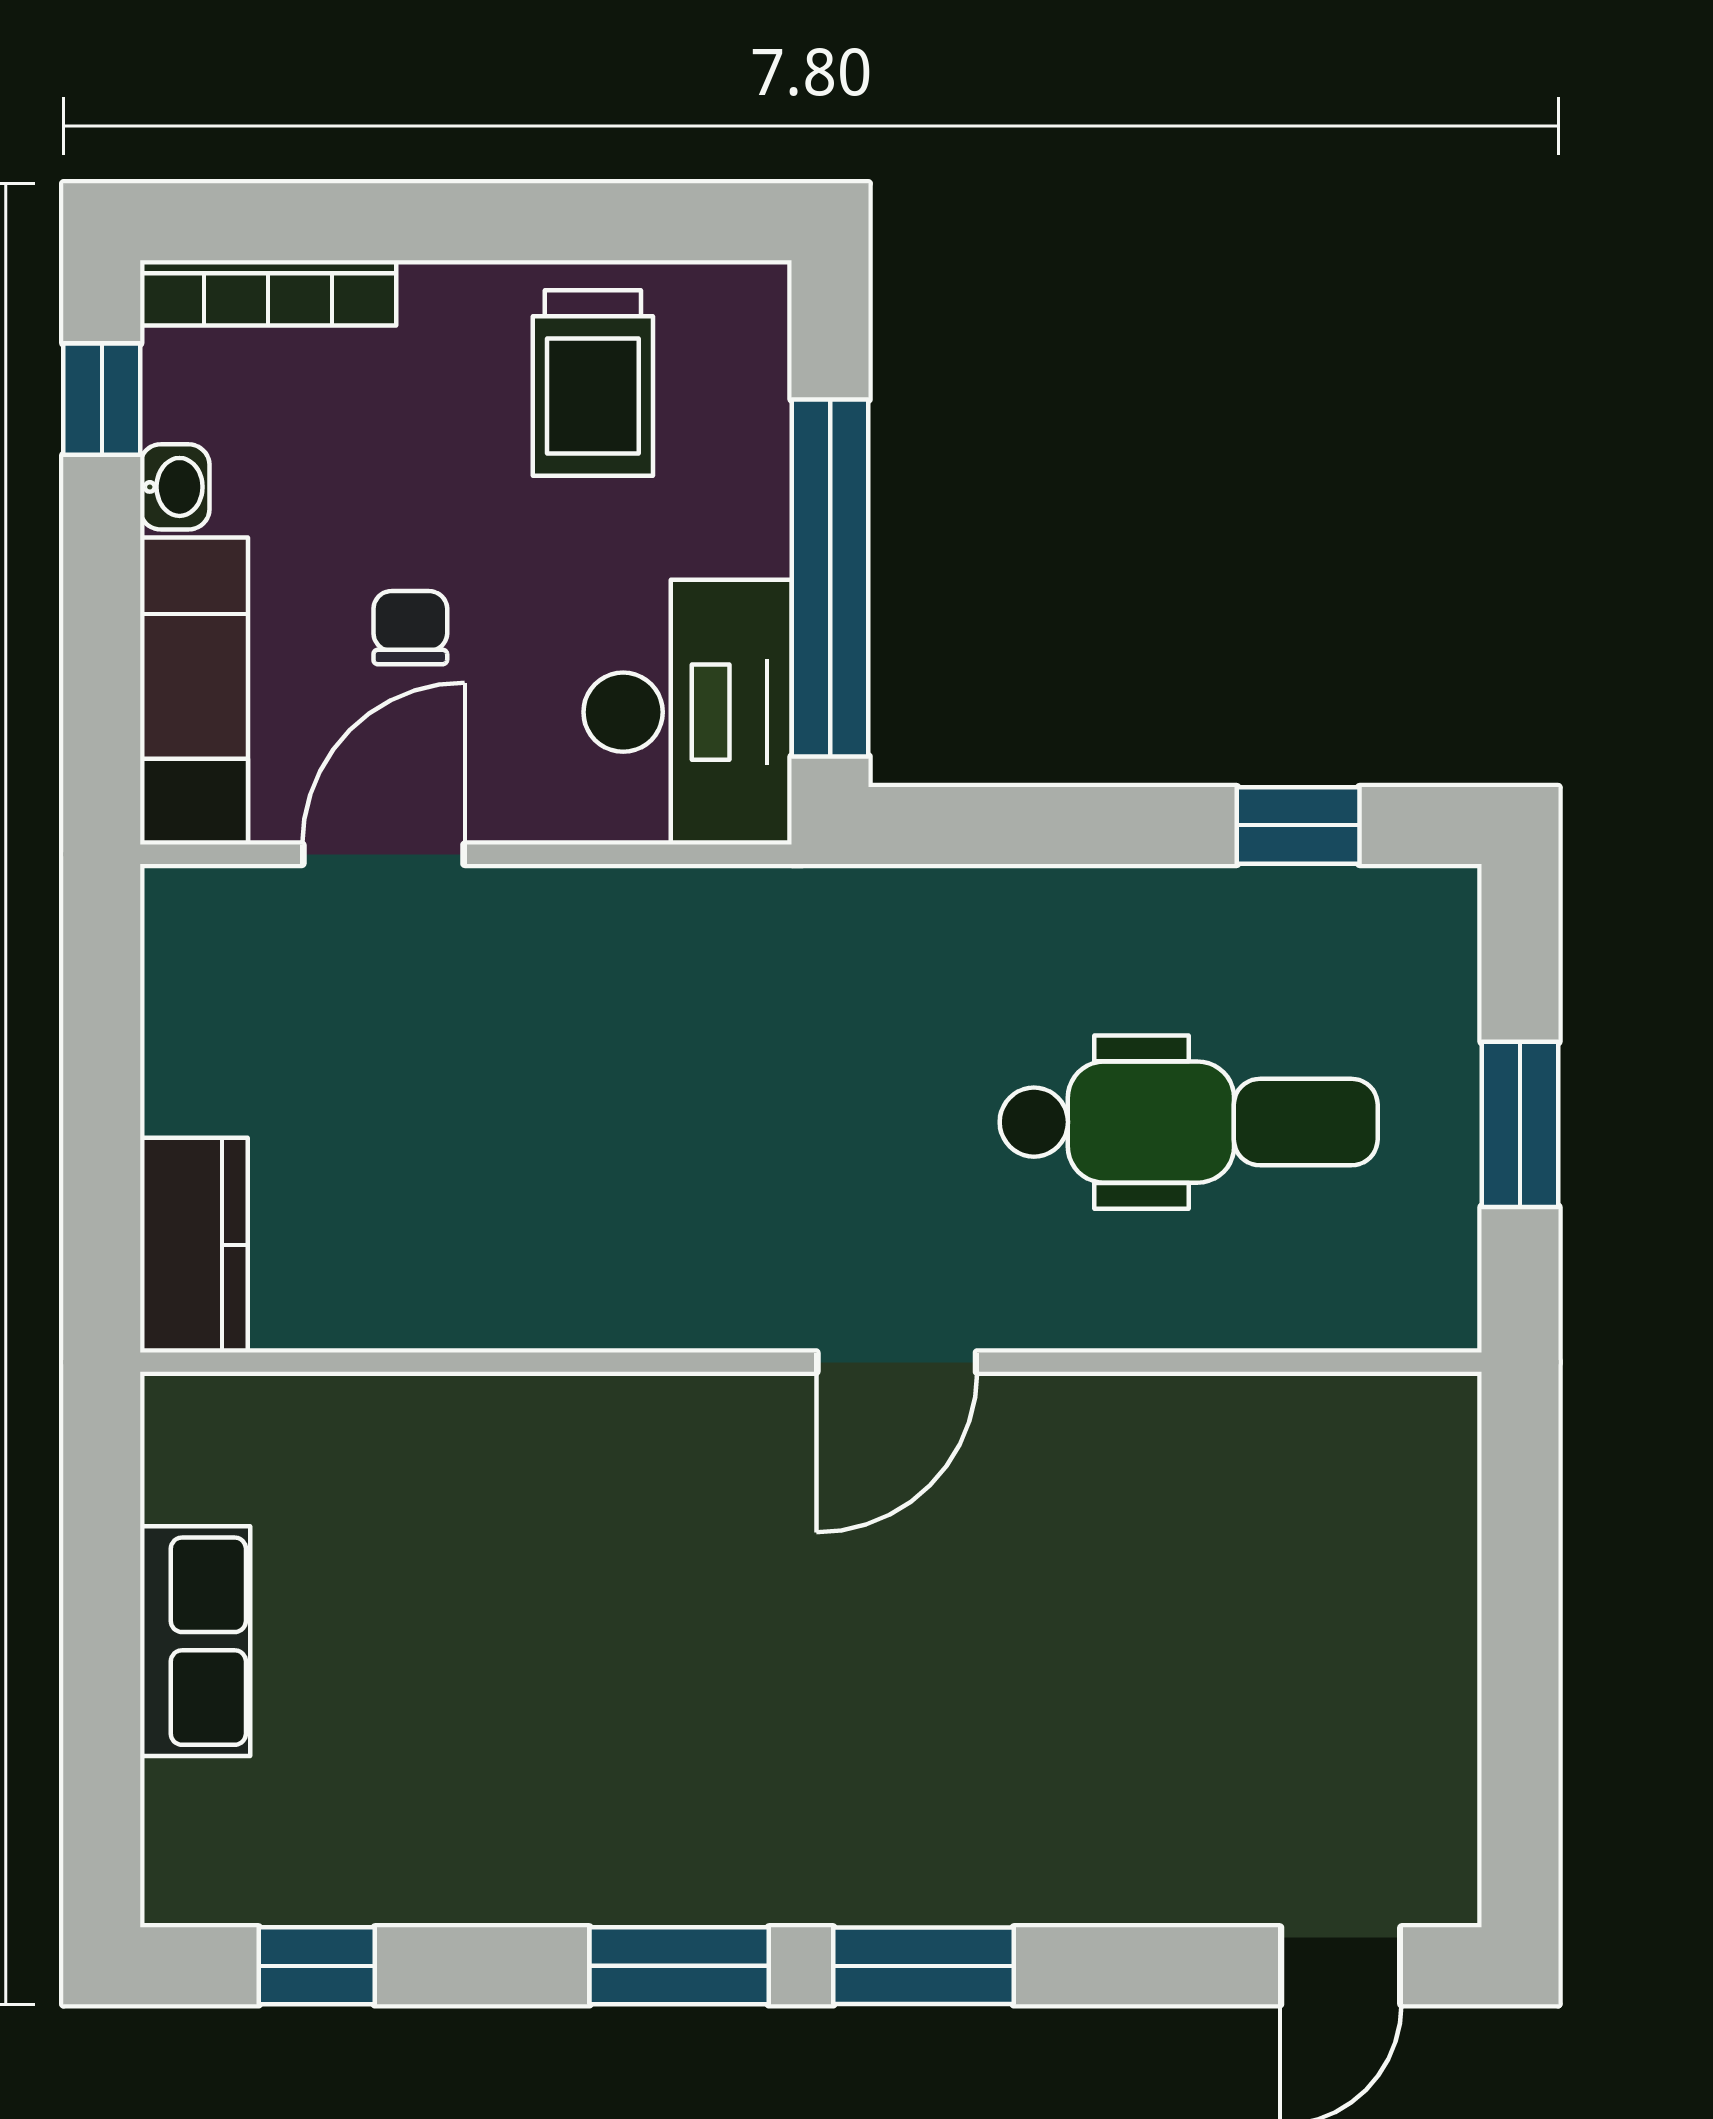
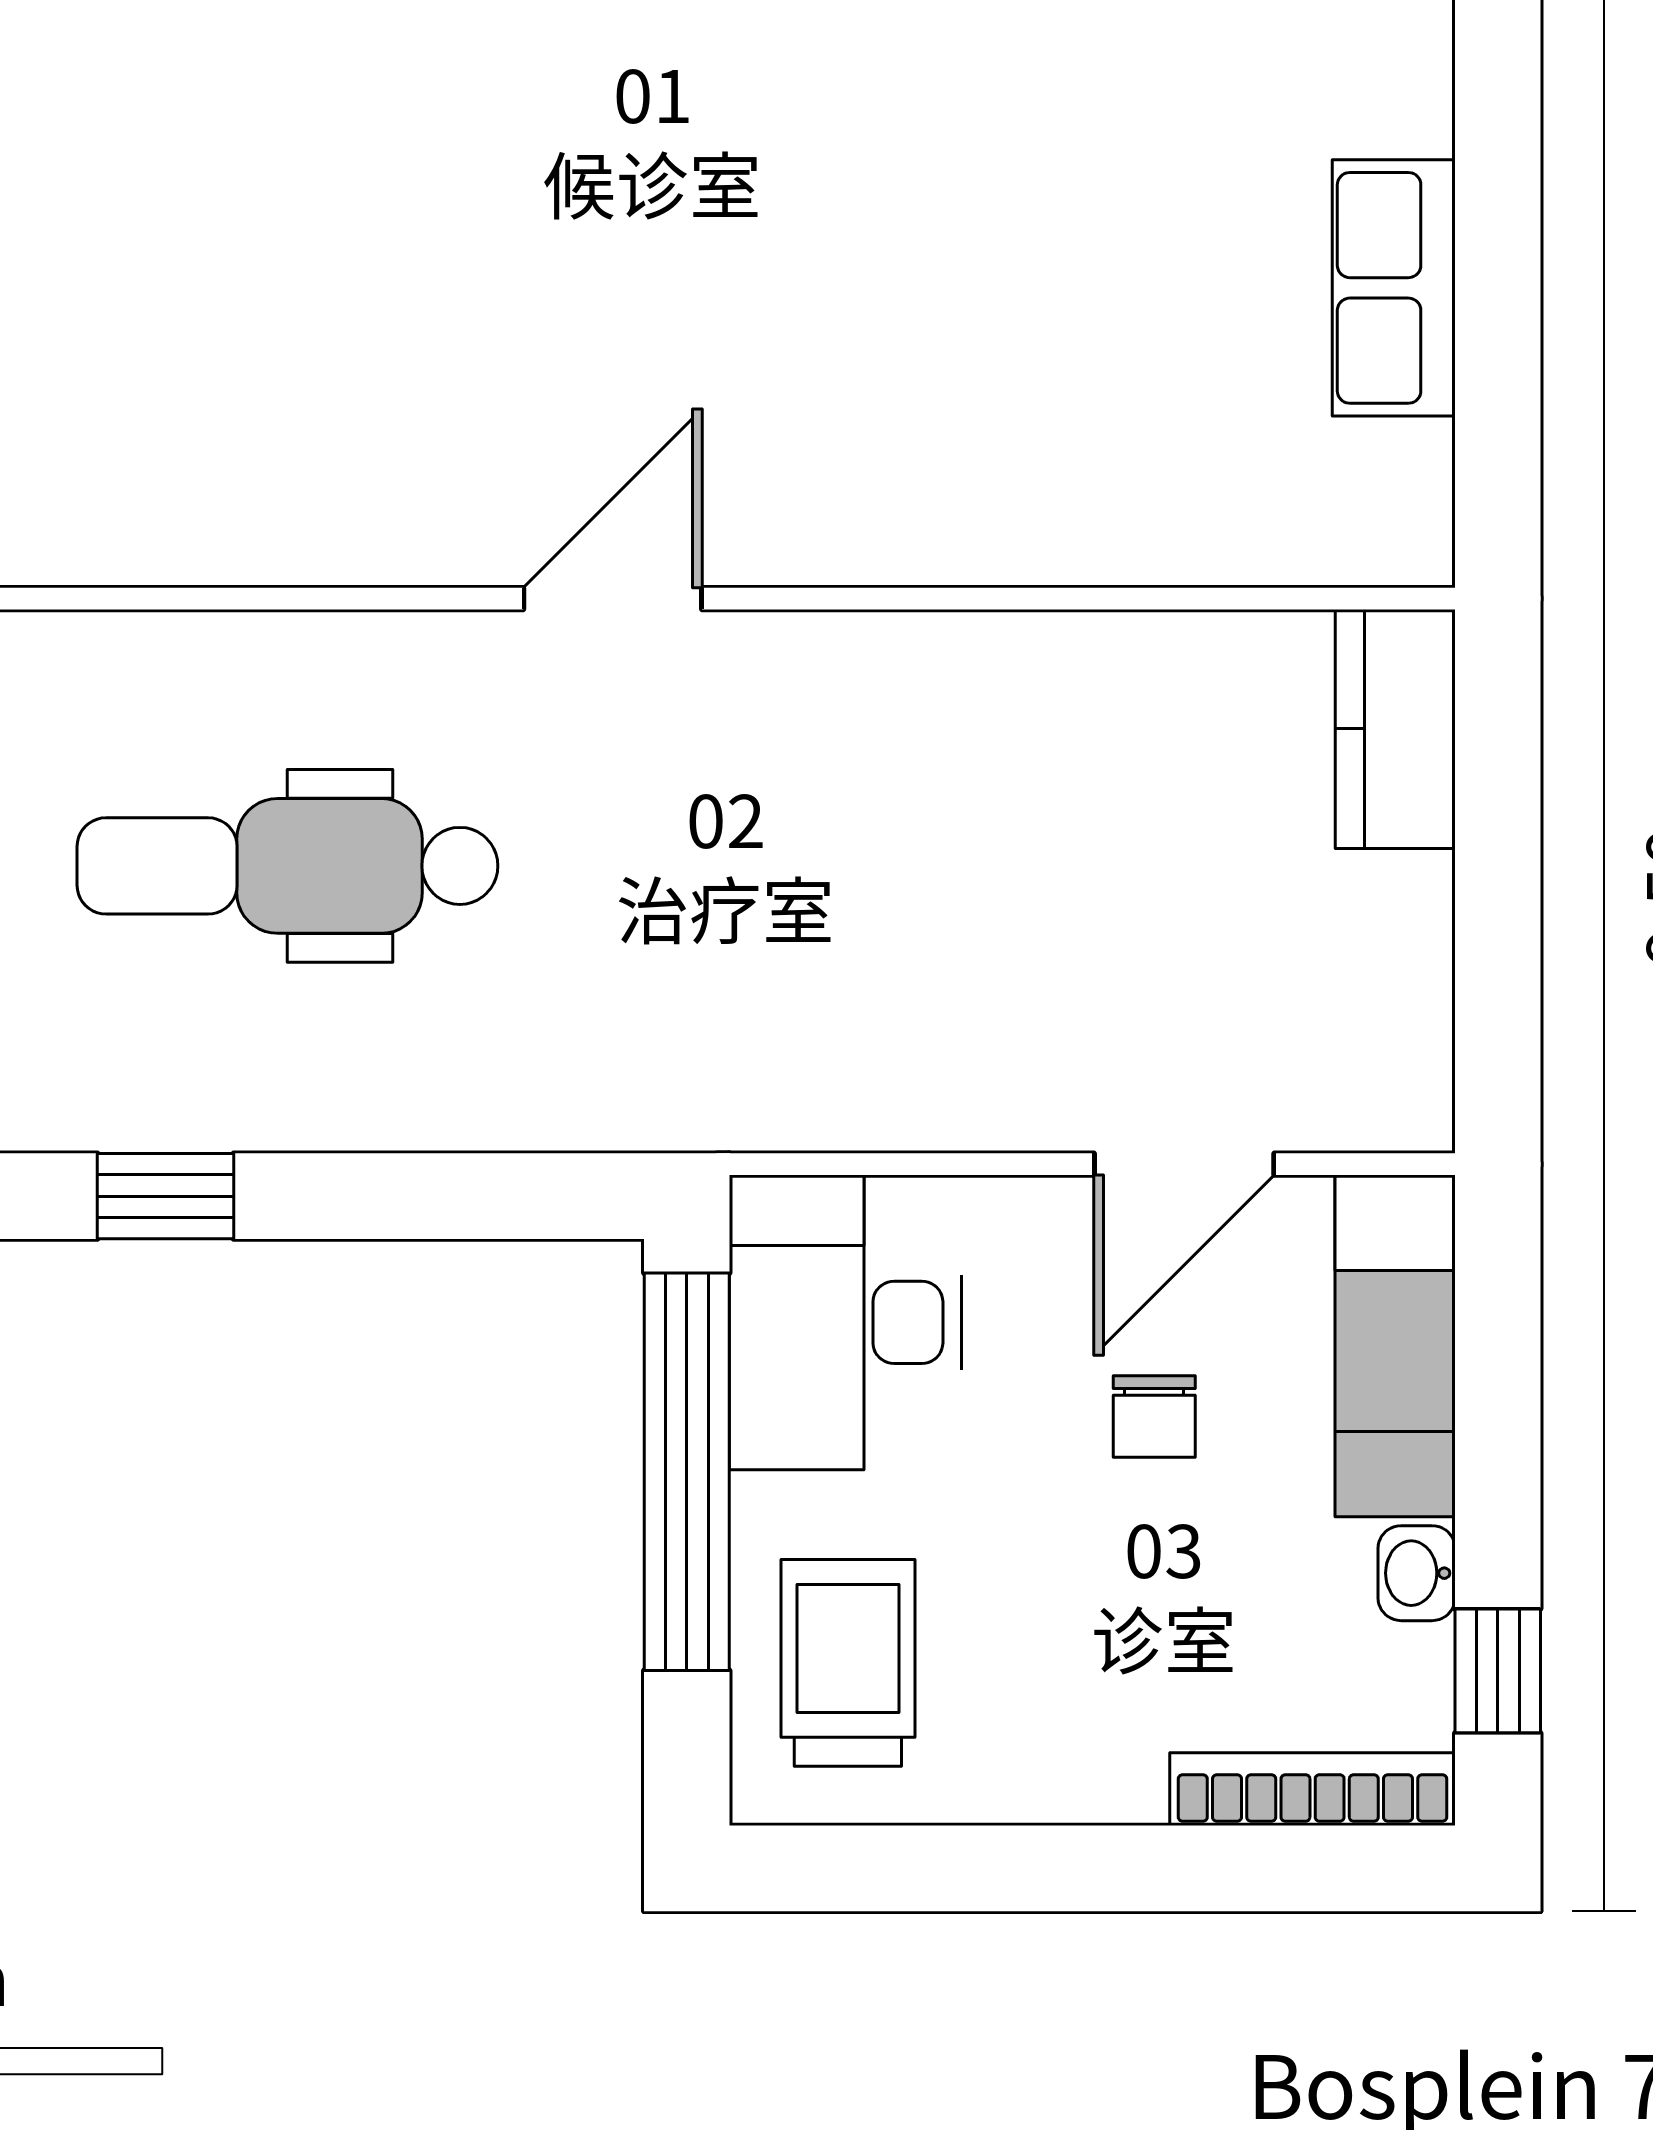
trolley: (593, 383) -> (848, 1663), moved

